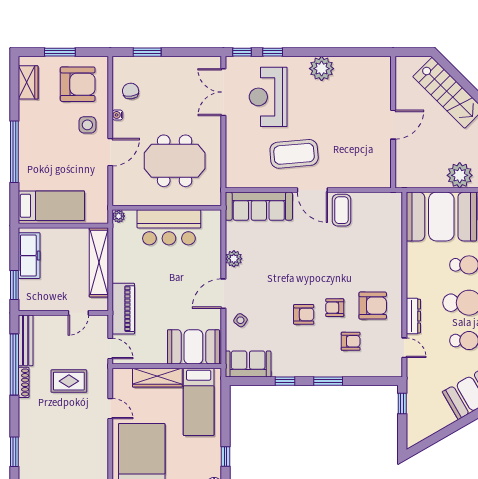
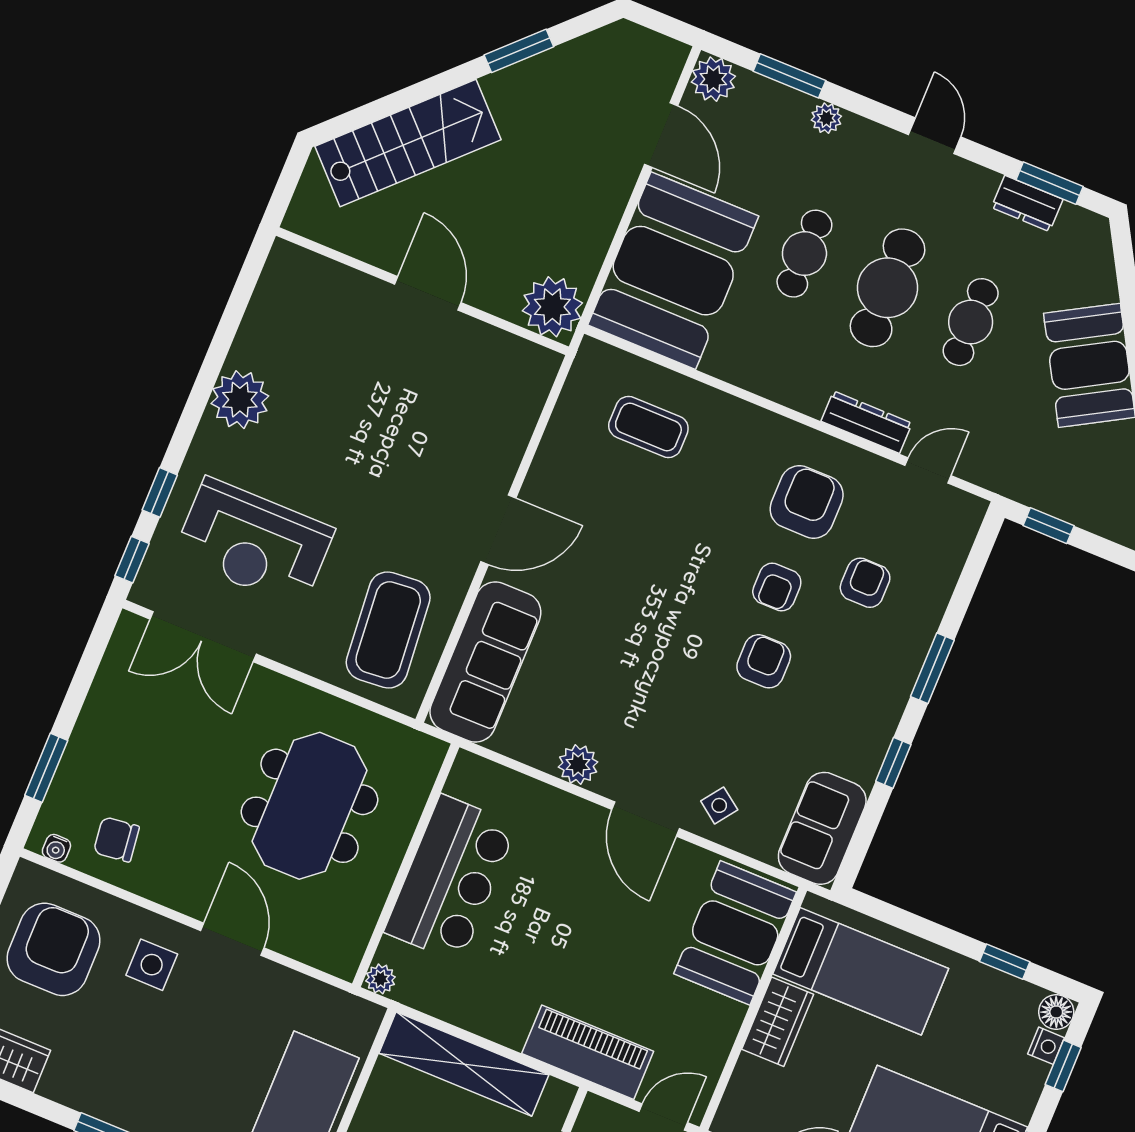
water cooler: (117, 115) -> (56, 848), moved
coffee table: (294, 154) -> (388, 630), moved
plant: (460, 175) -> (552, 307), moved
coffee table: (342, 210) -> (648, 427), moved
wardrobe: (157, 378) -> (778, 1022), width x0.67

